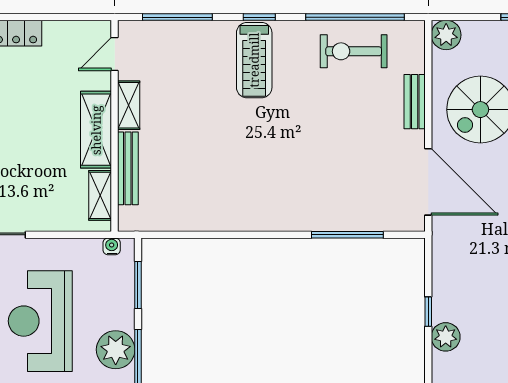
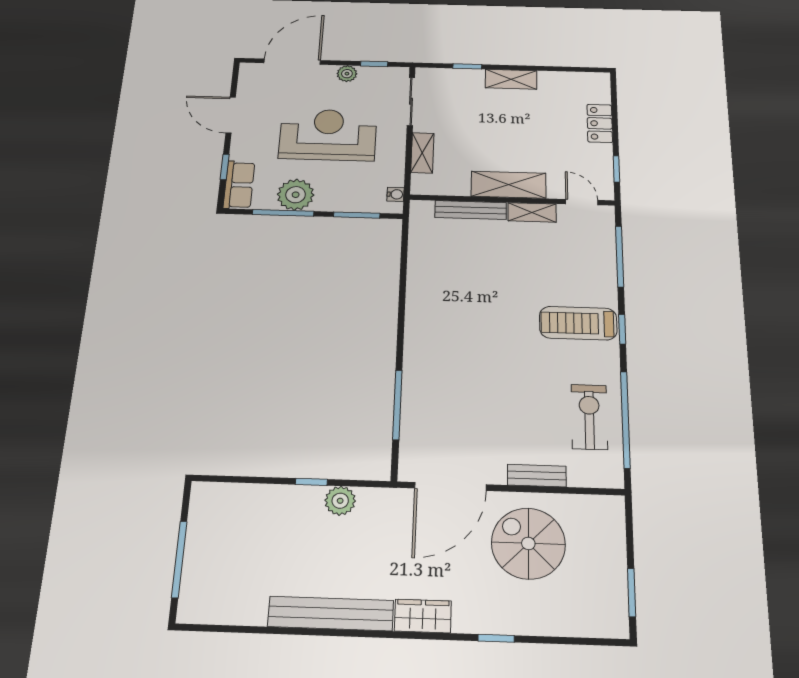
window: (73, 17) -> (616, 169), added
plant: (446, 35) -> (609, 510), removed
shelving: (100, 195) -> (422, 153), moved, turned 90
plant: (446, 337) -> (340, 501), moved

